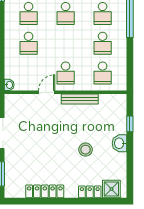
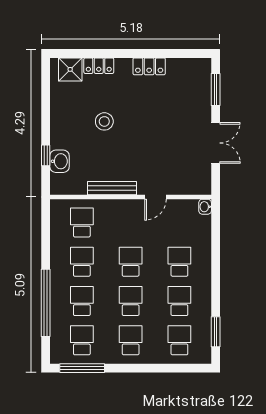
school desk: (66, 73) -> (131, 262), moved
washbasin: (119, 143) -> (60, 161), moved
locker: (45, 191) -> (149, 66), width x0.66

